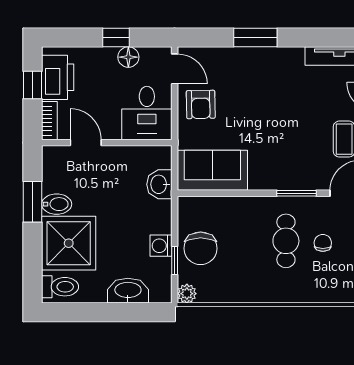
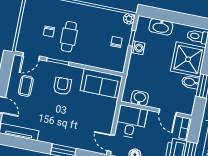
armchair: (201, 104) -> (62, 86), moved
washbasin: (159, 184) -> (140, 98), moved, turned -90
chair: (201, 248) -> (116, 42), width x0.54, depth x0.54

